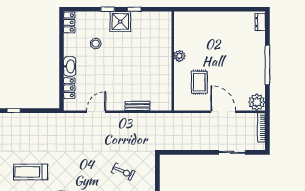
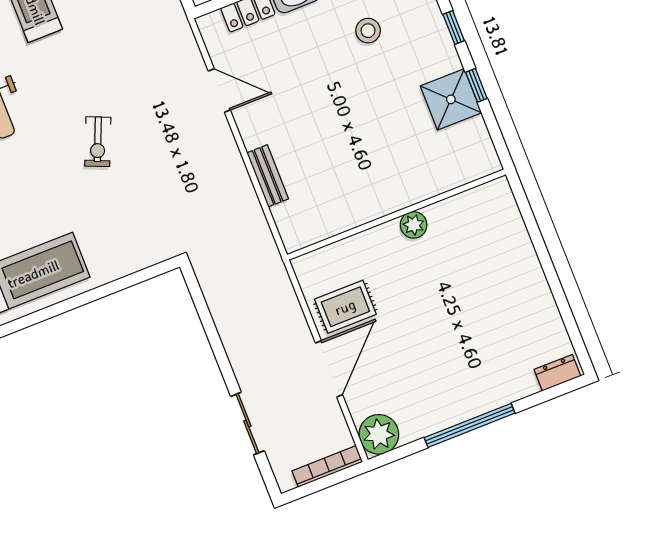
shower: (120, 22) -> (451, 99), moved
rug: (199, 82) -> (345, 307), moved
exercise bike: (123, 172) -> (98, 142), moved

